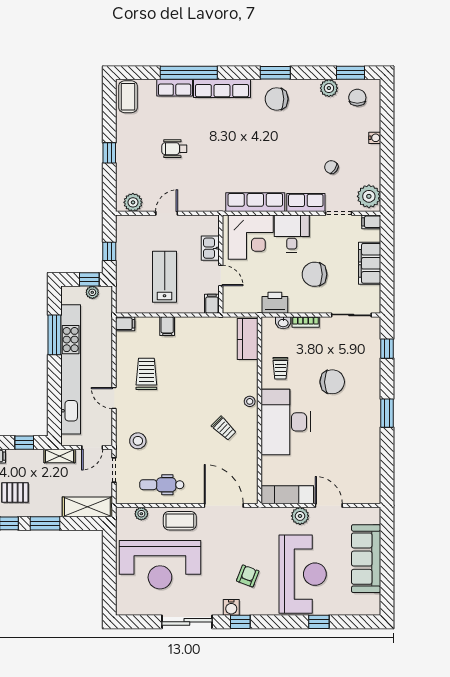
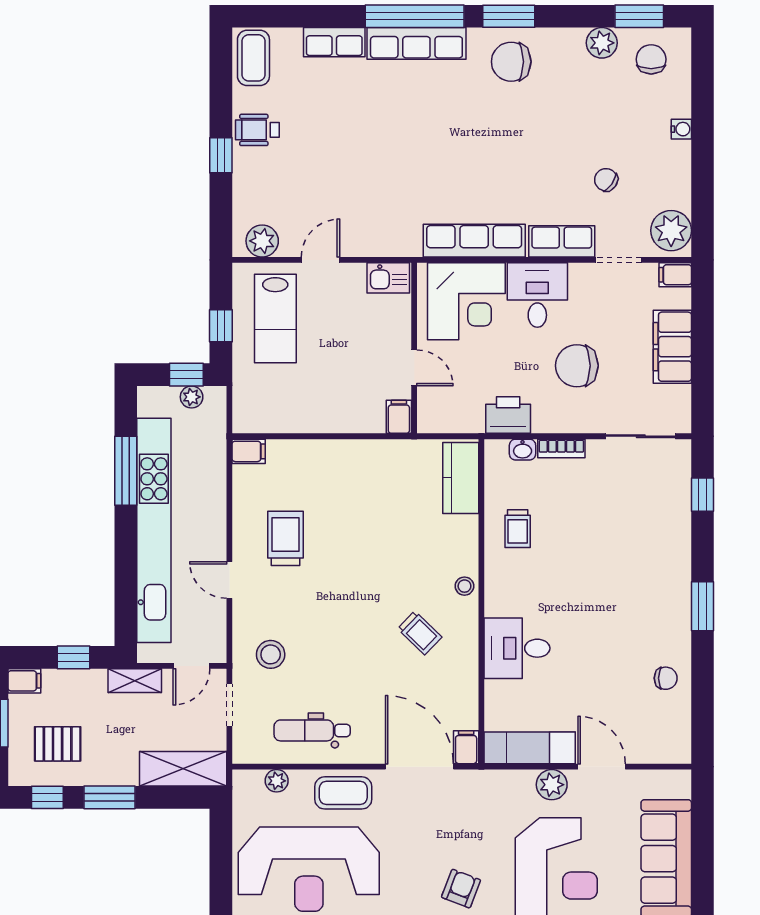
window: (189, 73) -> (415, 16), moved
wheelchair: (174, 149) -> (257, 130), moved
kitchen sink: (210, 248) -> (388, 278), moved, turned -90
lab bench: (165, 277) -> (275, 318), moved, turned 180
filing cabinet: (167, 326) -> (466, 747), moved, turned 180
chair: (332, 382) -> (666, 678), moved, width x0.54, depth x0.54
desk: (286, 422) -> (517, 648), width x0.53, depth x0.77

